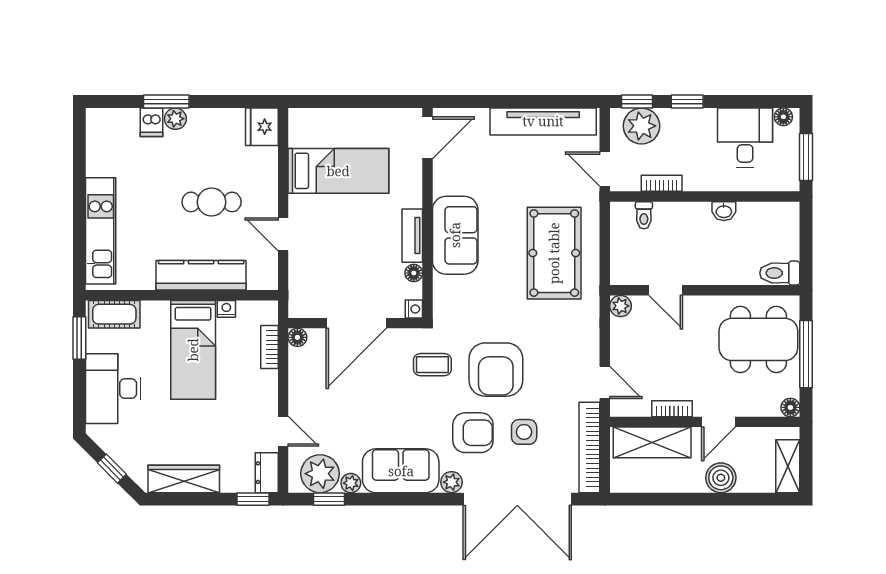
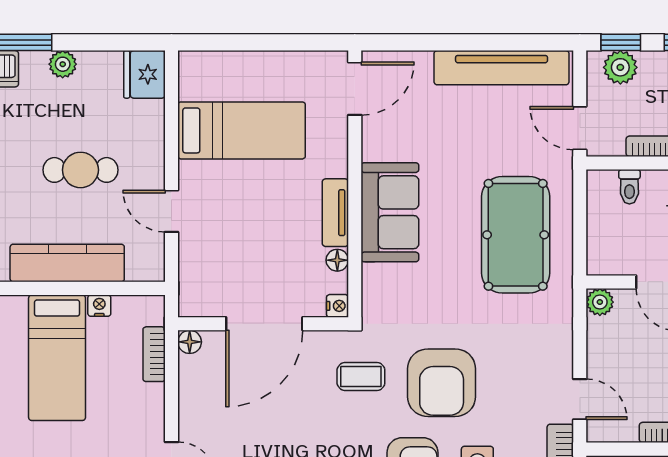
plant: (175, 119) -> (63, 64), moved
plant: (641, 126) -> (620, 67), width x0.73, depth x0.73

